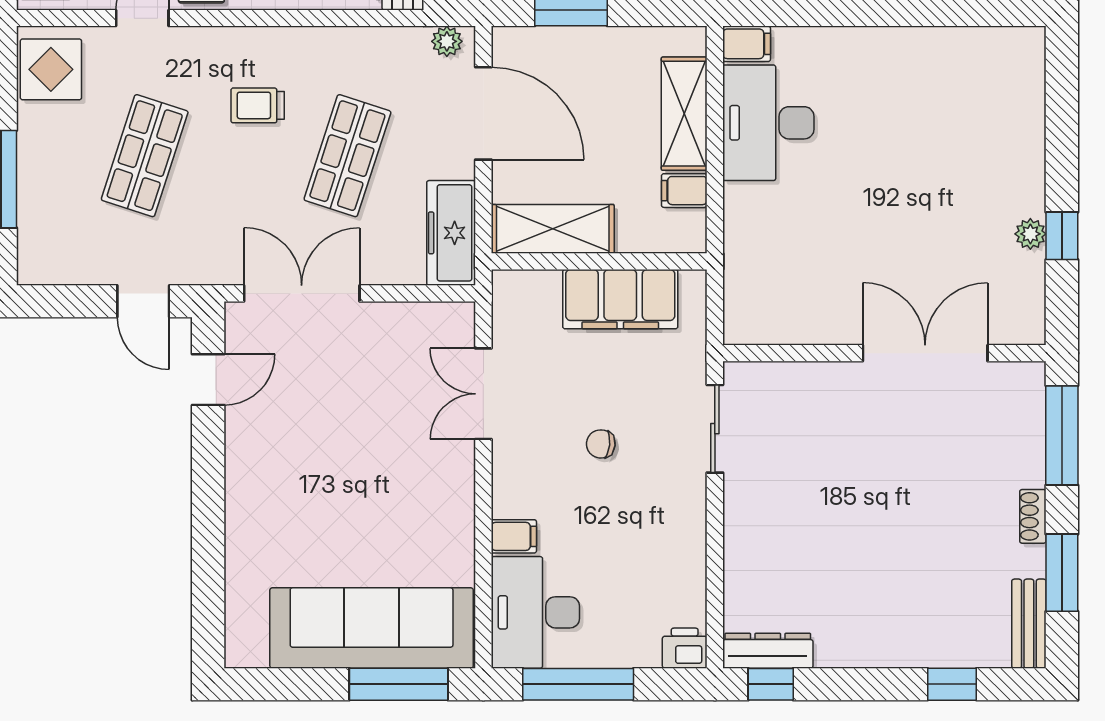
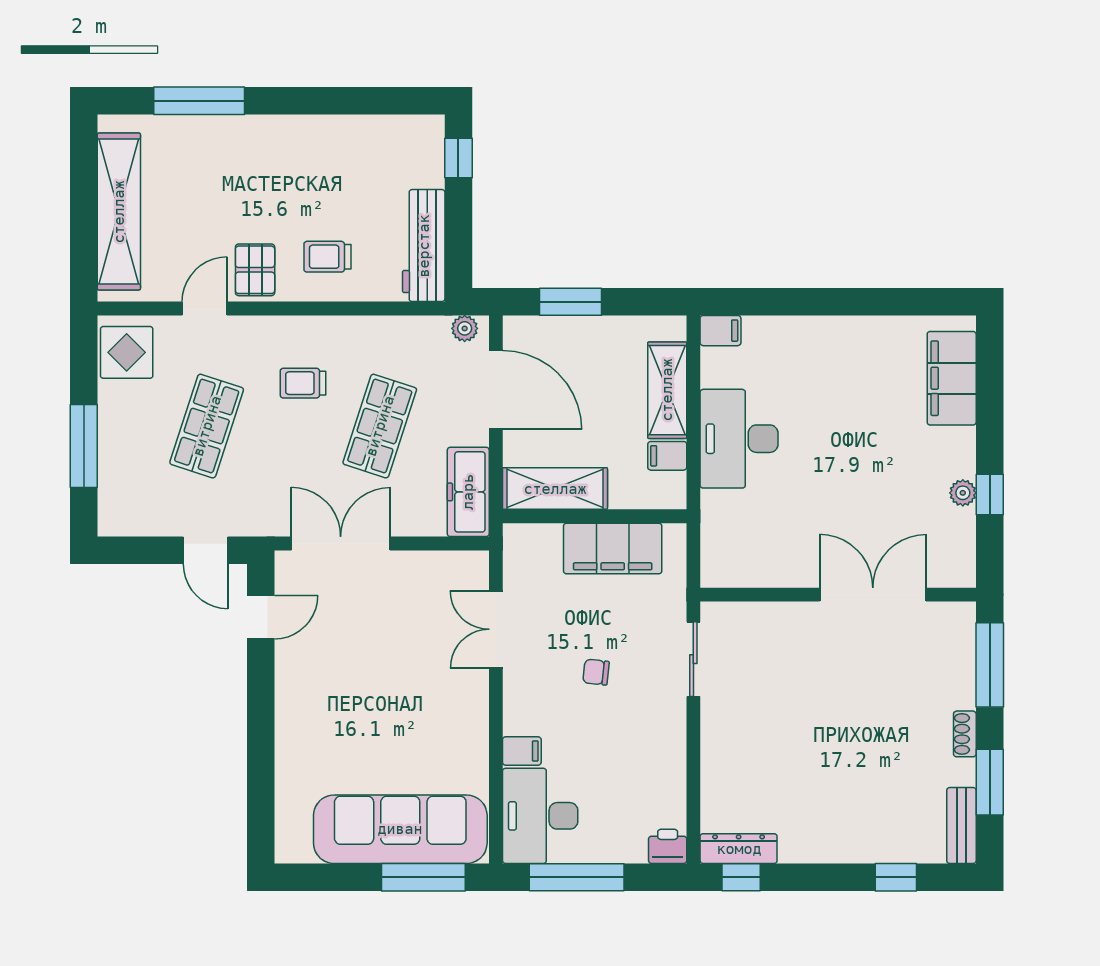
filing cabinet: (1017, 100) -> (952, 378), added
desk: (768, 123) -> (739, 439), moved

